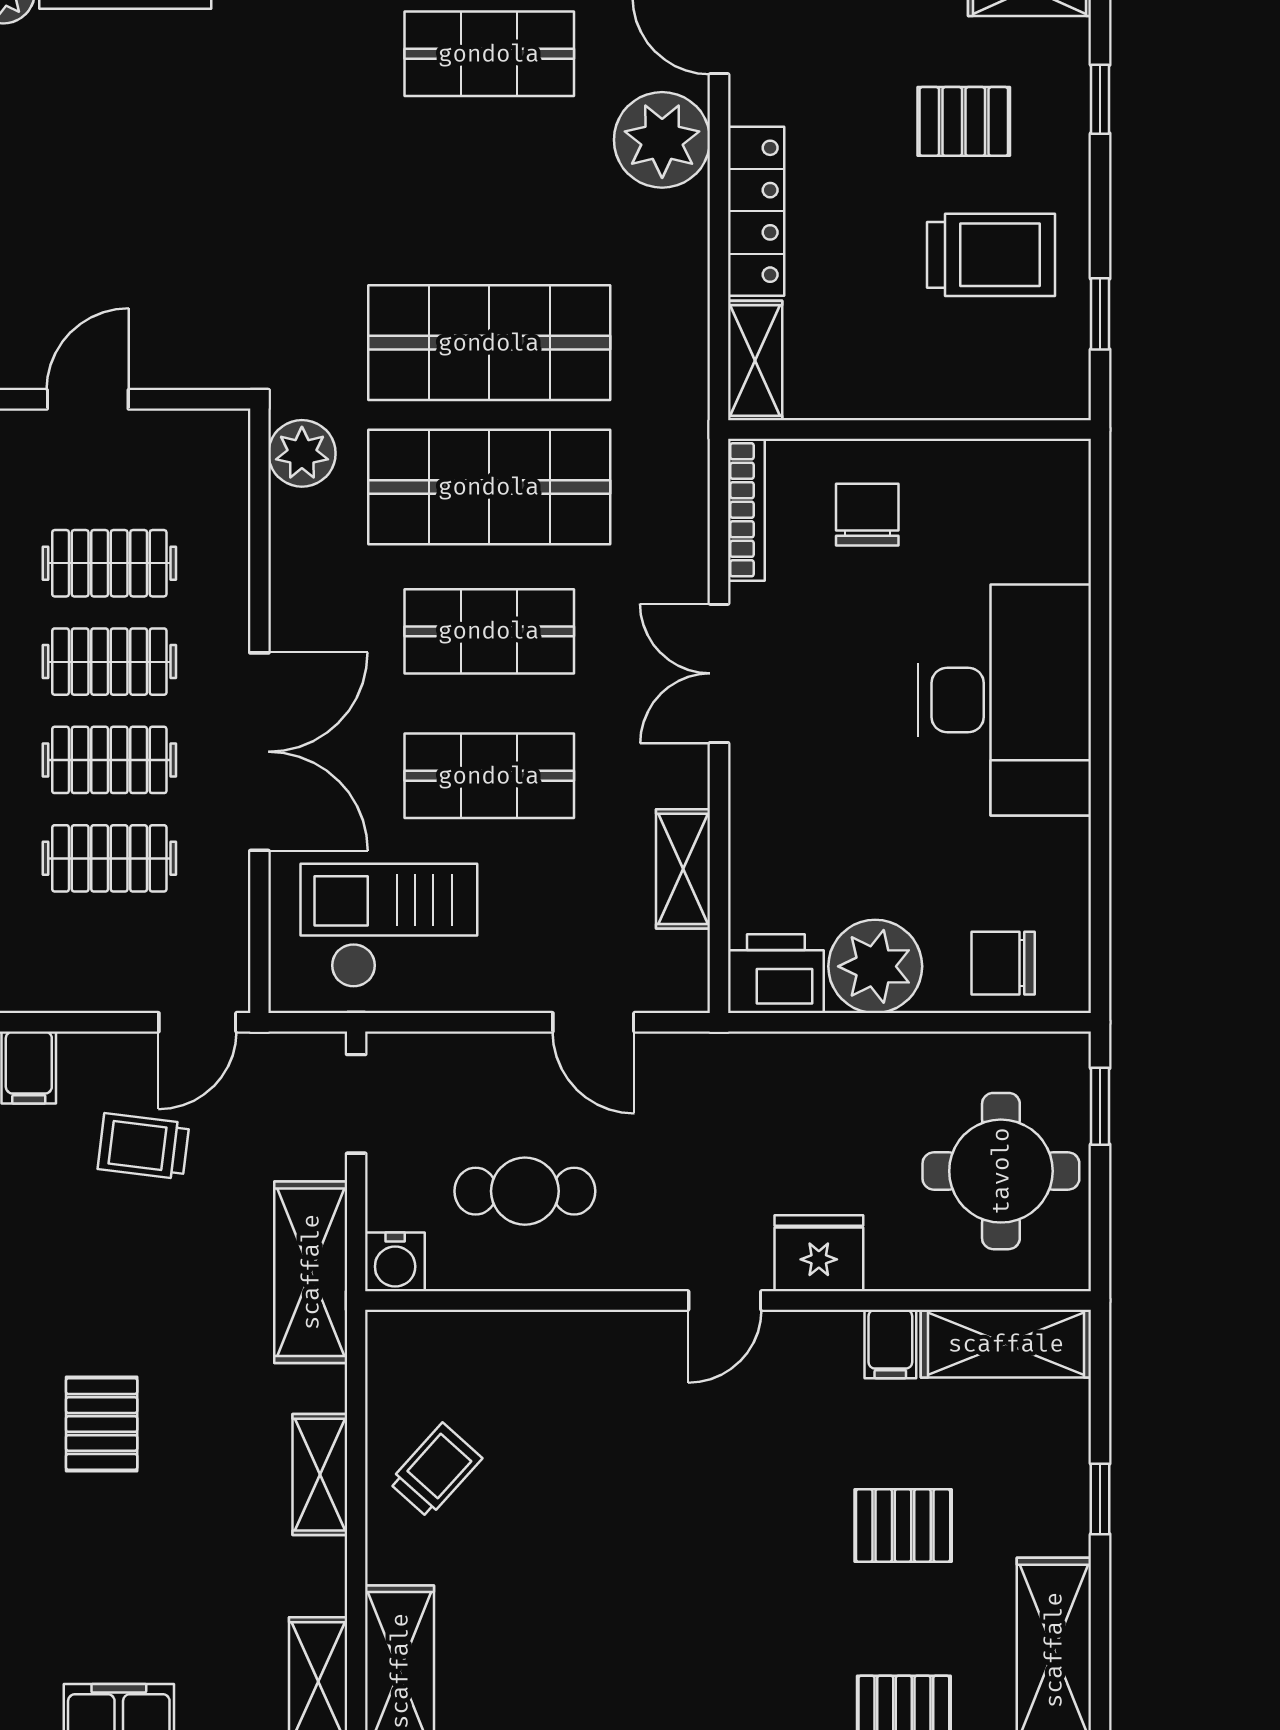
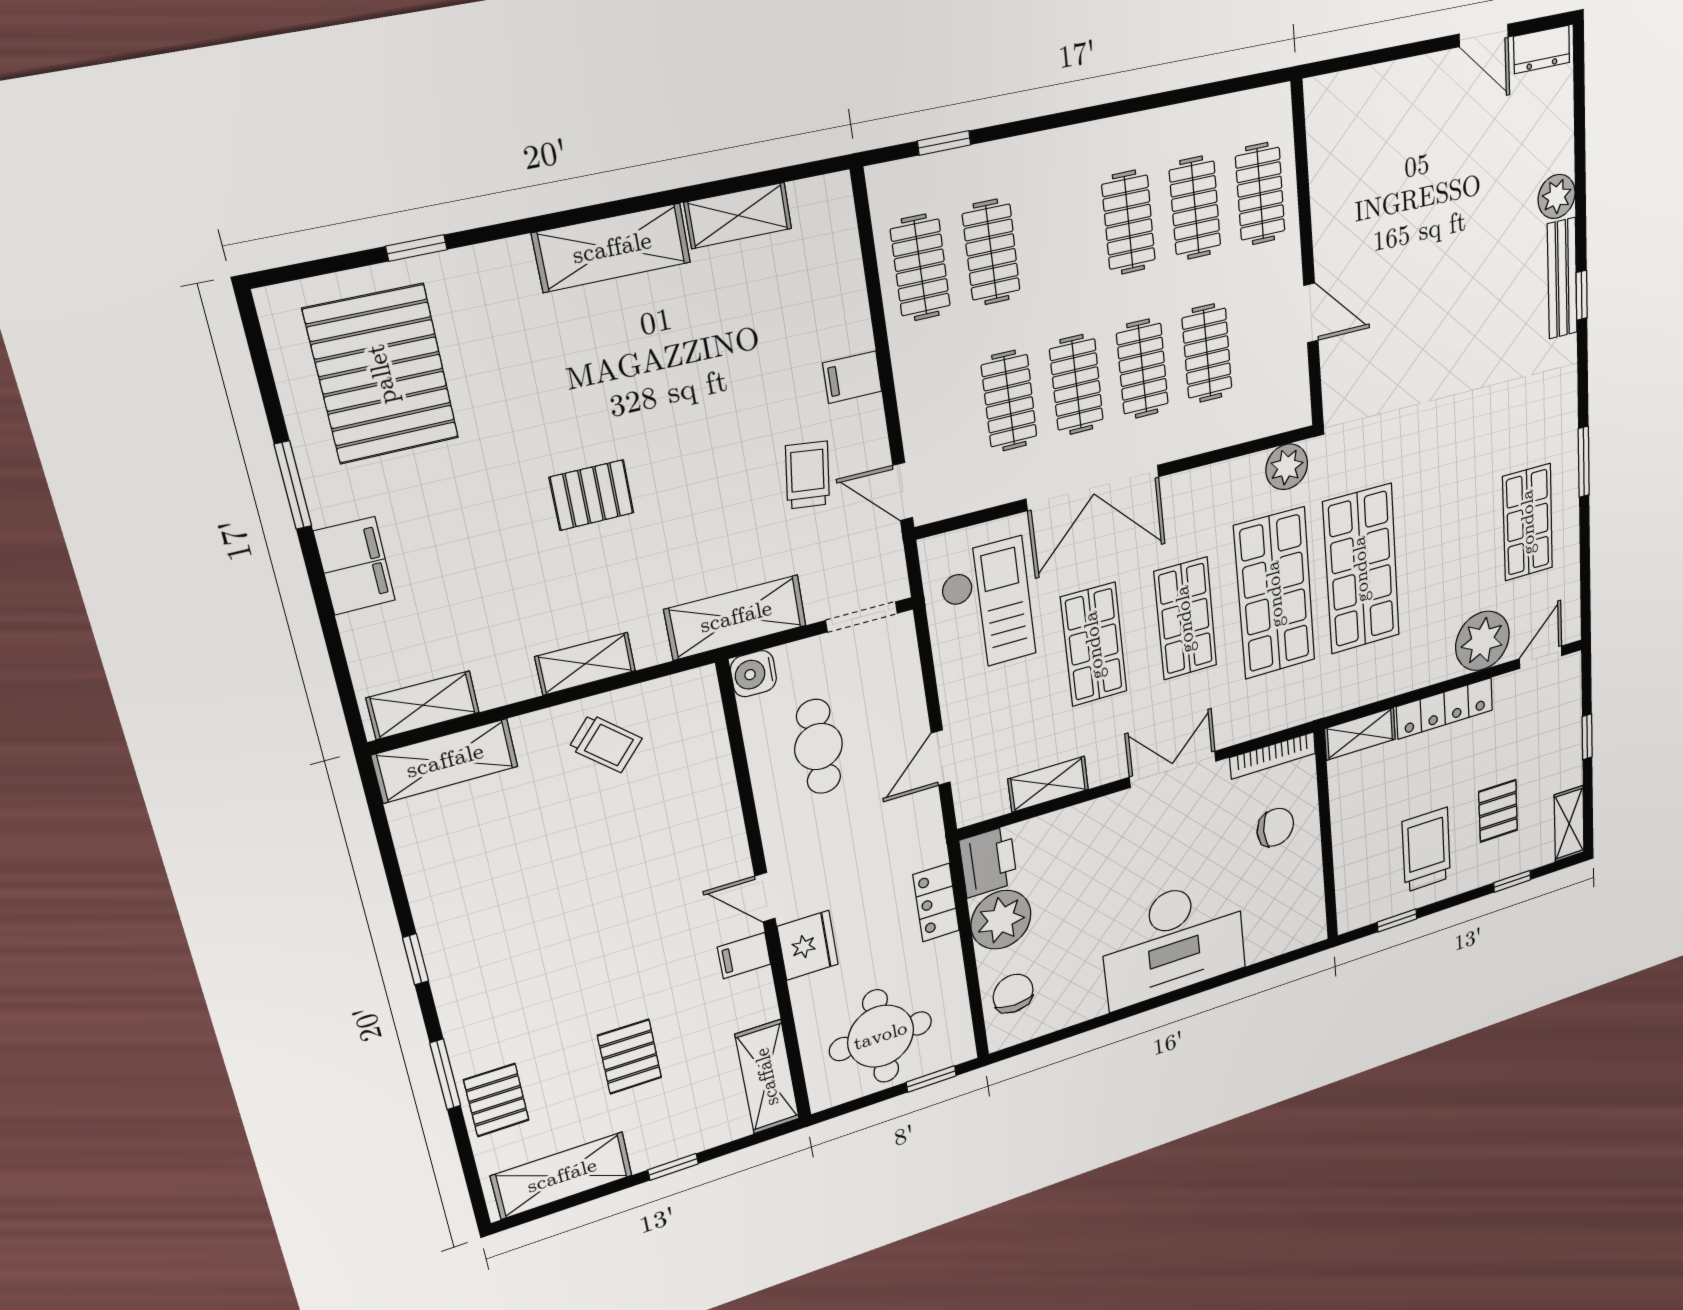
trolley: (991, 255) -> (1426, 850), turned 180
locker: (815, 1059) -> (936, 903), added
filing cabinet: (890, 1344) -> (744, 956), moved

